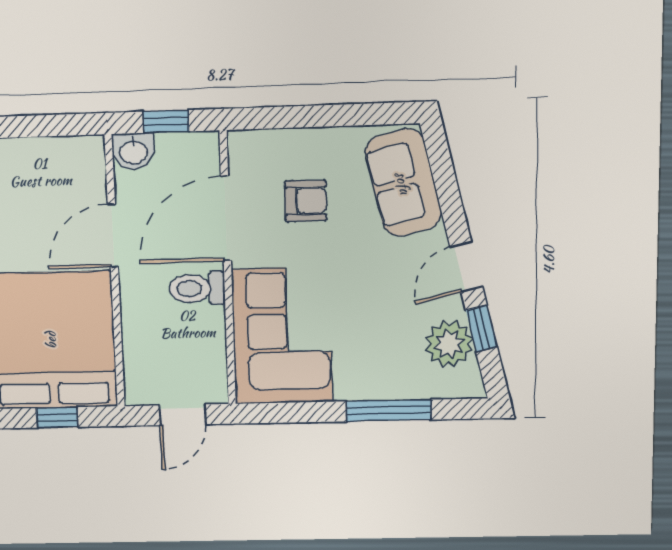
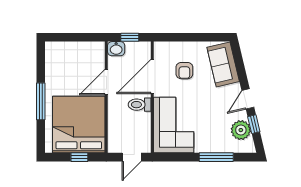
armchair: (306, 201) -> (184, 71), turned 90

